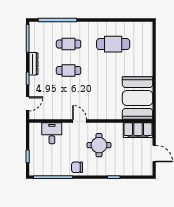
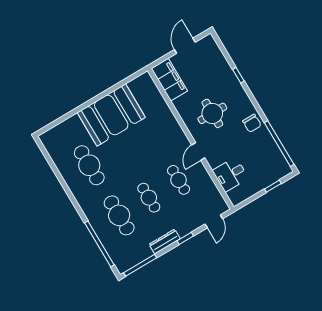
cafe table: (69, 44) -> (119, 215), width x1.37, depth x1.35
cafe table: (69, 97) -> (179, 180), added
booth: (138, 98) -> (111, 115), moved
door: (28, 104) -> (214, 221), swing flipped

